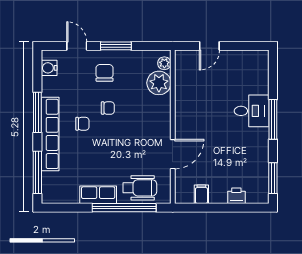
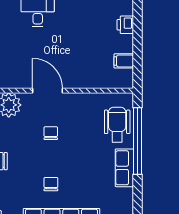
chair: (108, 108) -> (51, 133), moved
door: (173, 154) -> (47, 91), moved

